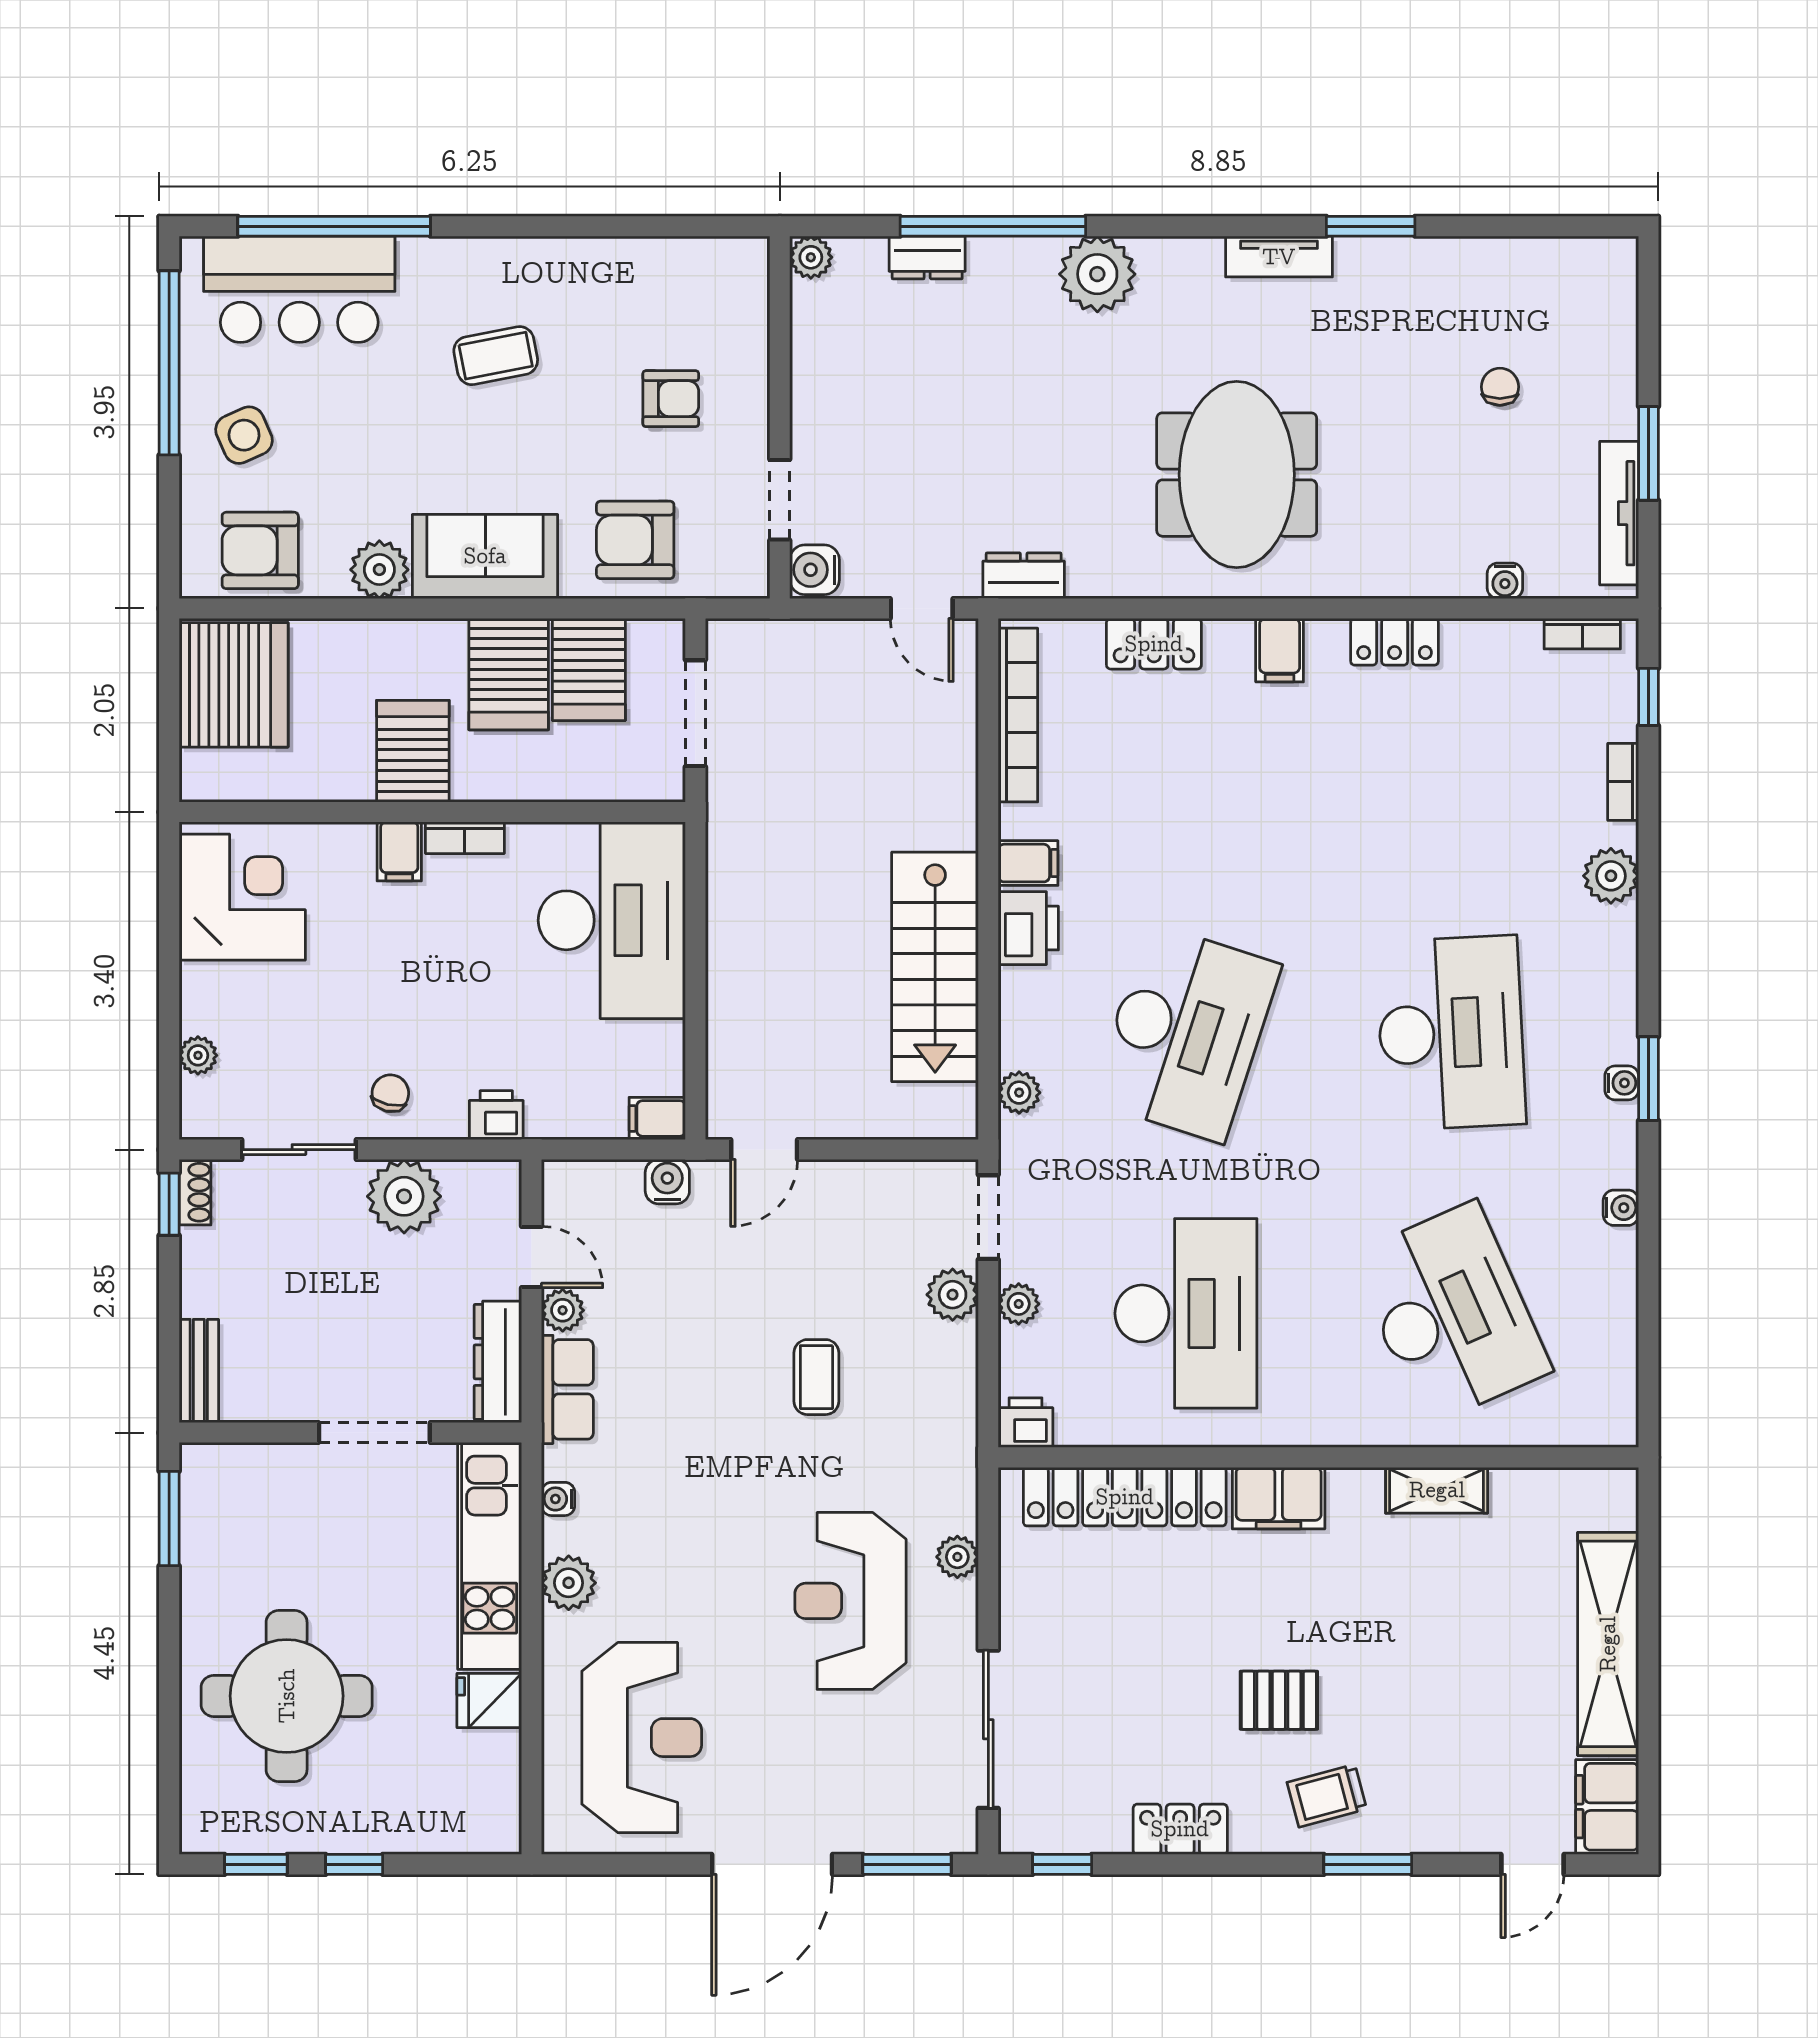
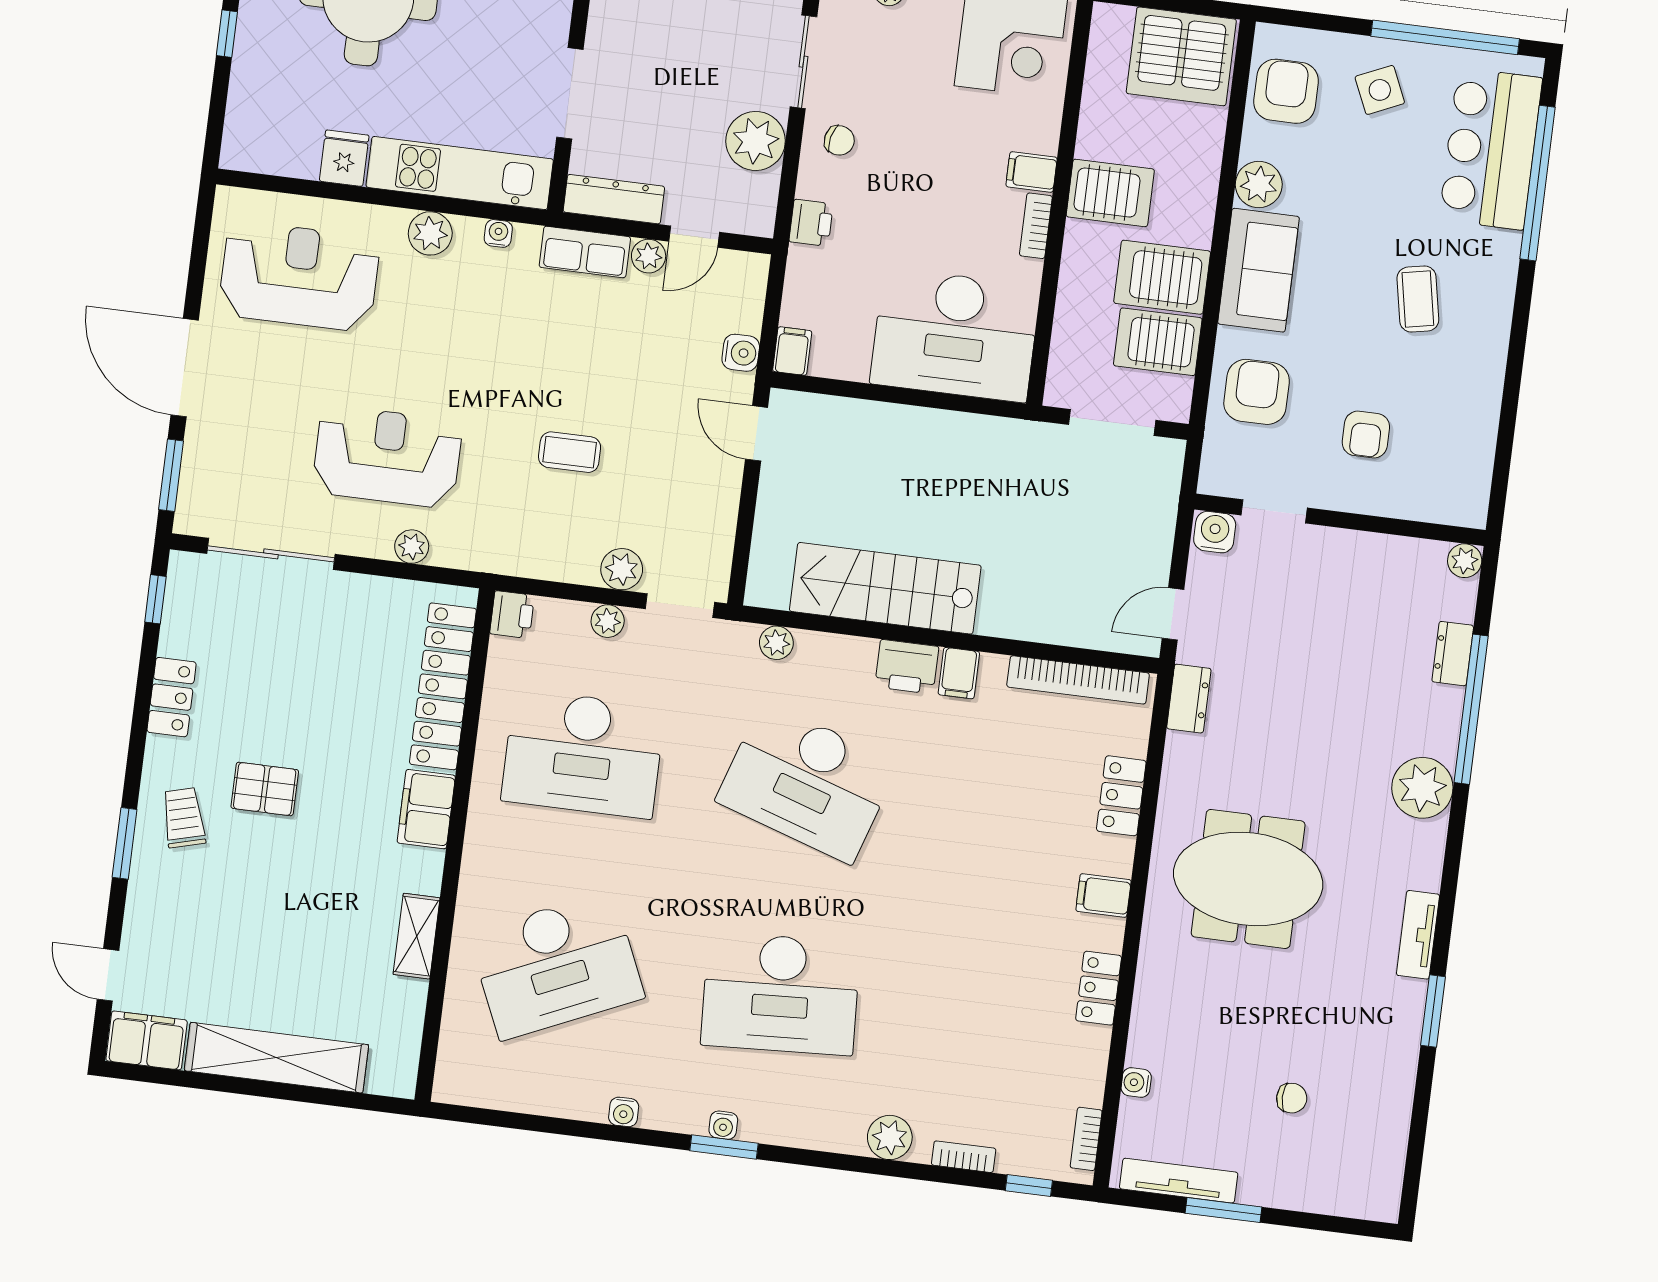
pallet: (1279, 1700) -> (265, 789), turned 90
reception desk: (642, 1738) -> (299, 276), turned 180

